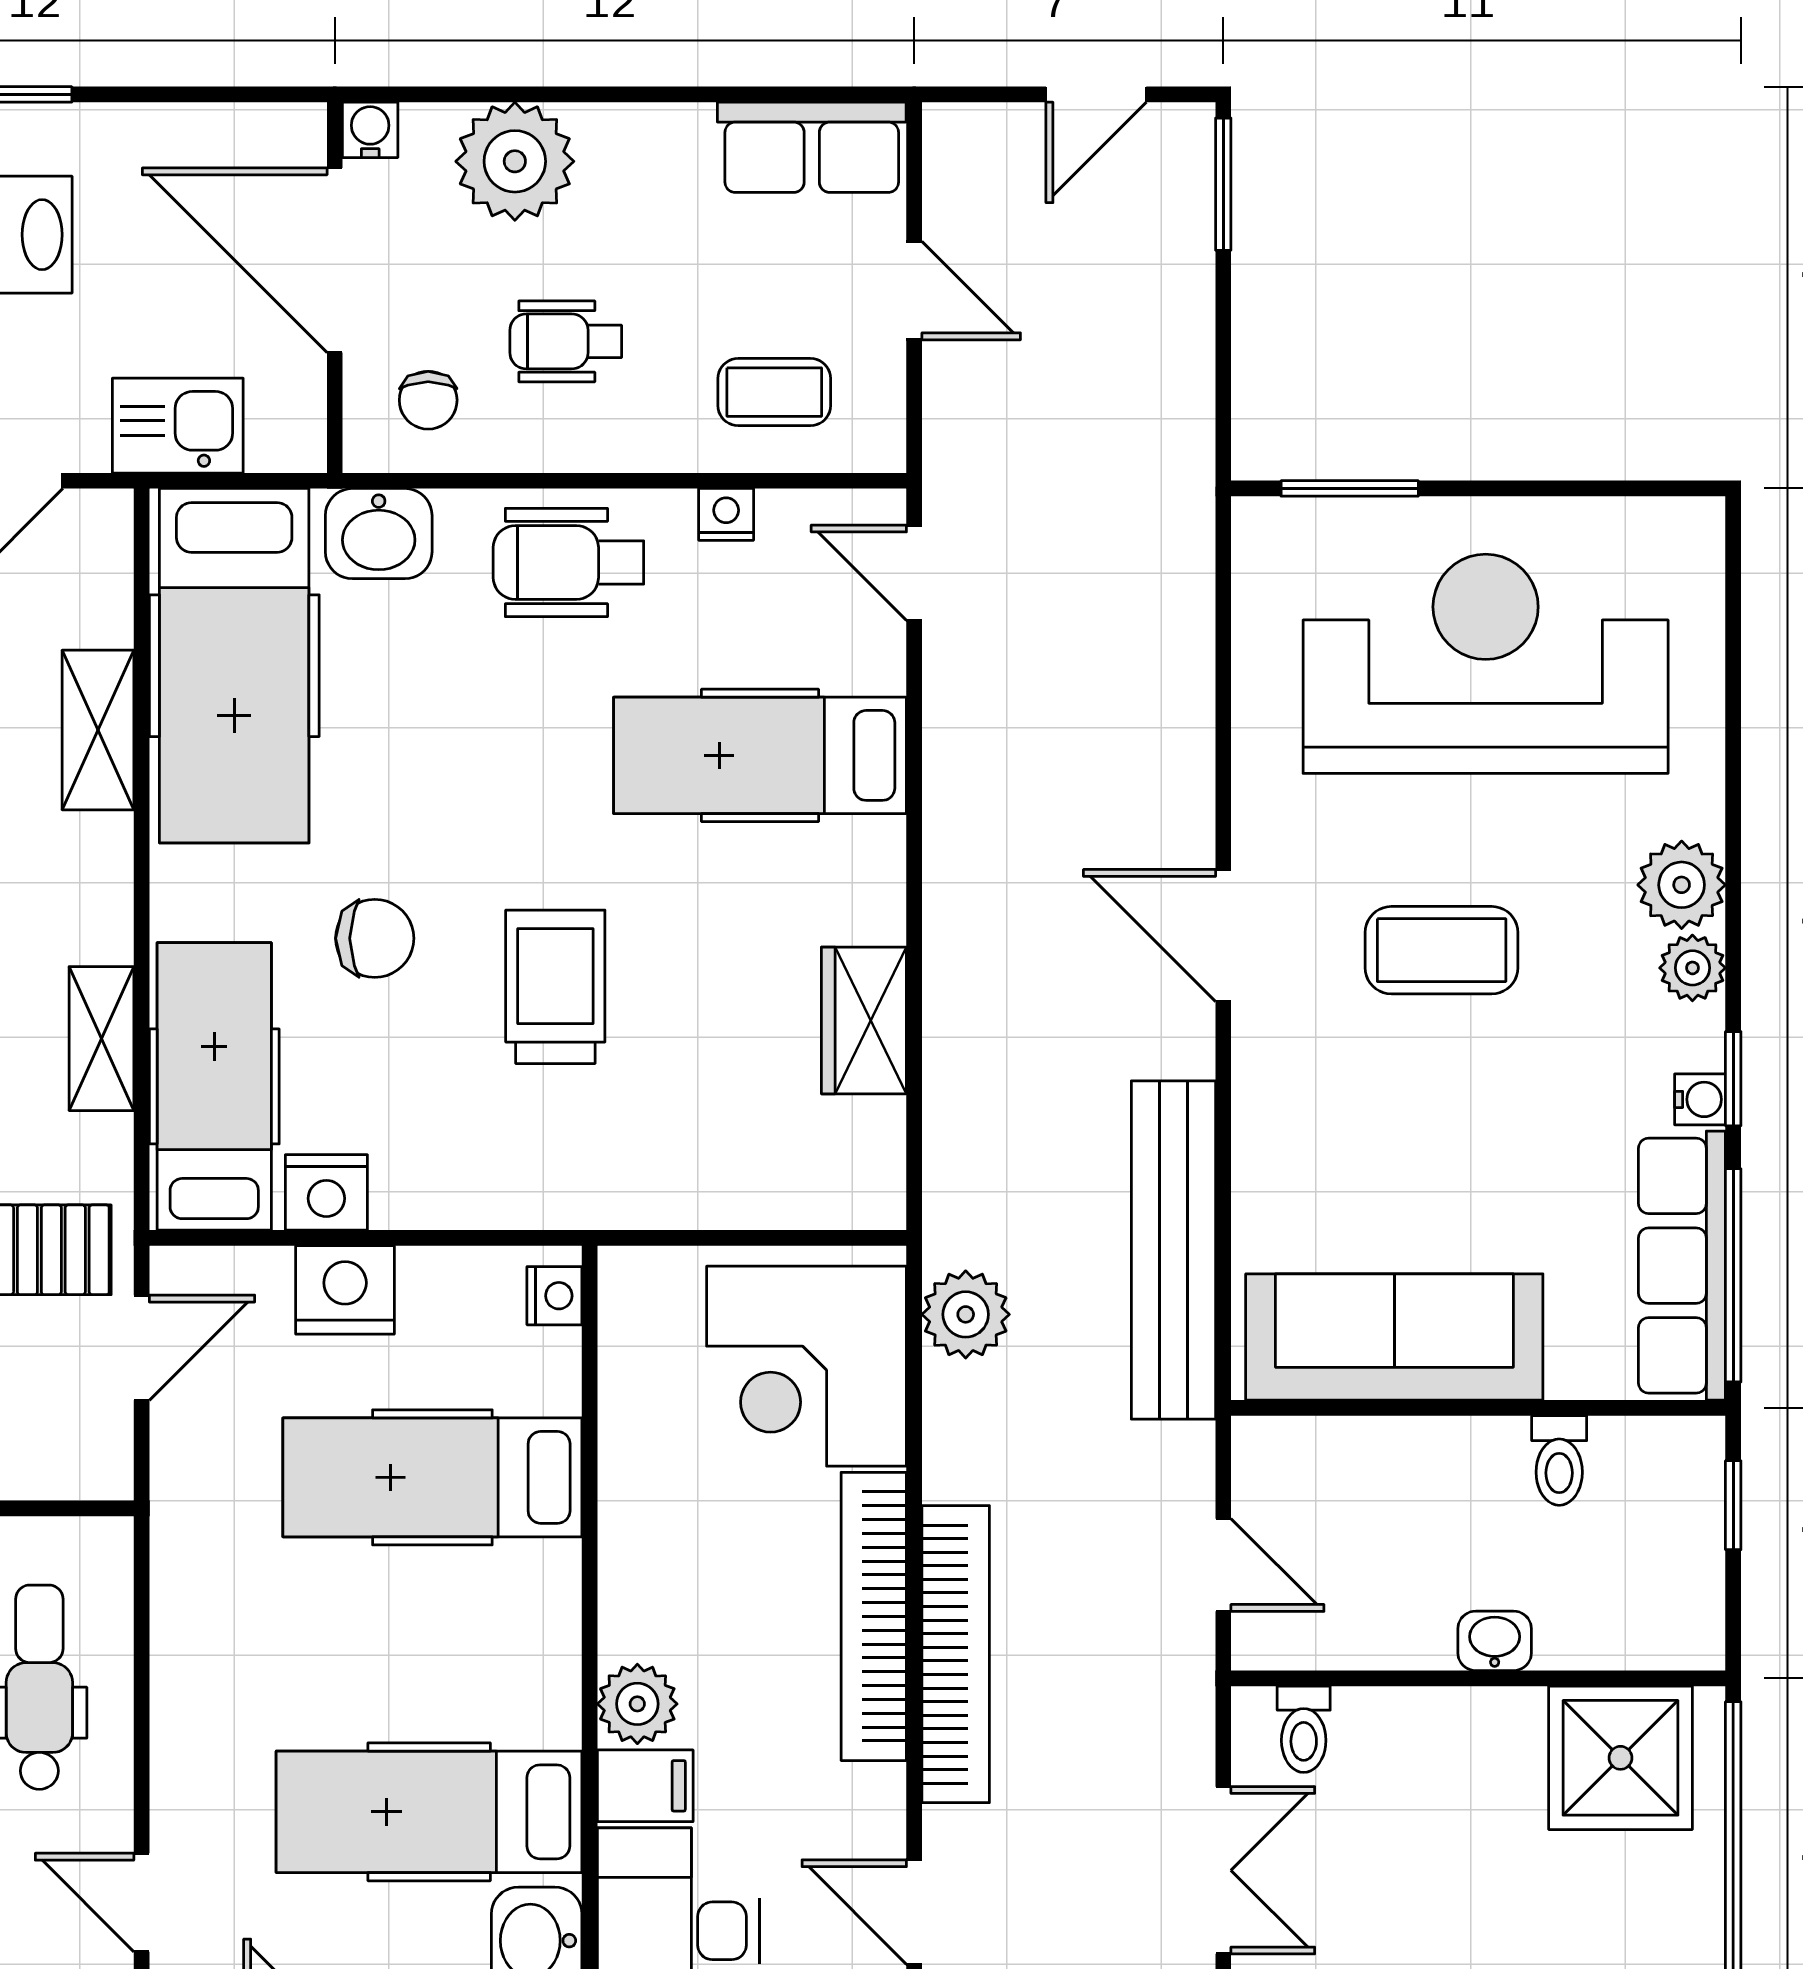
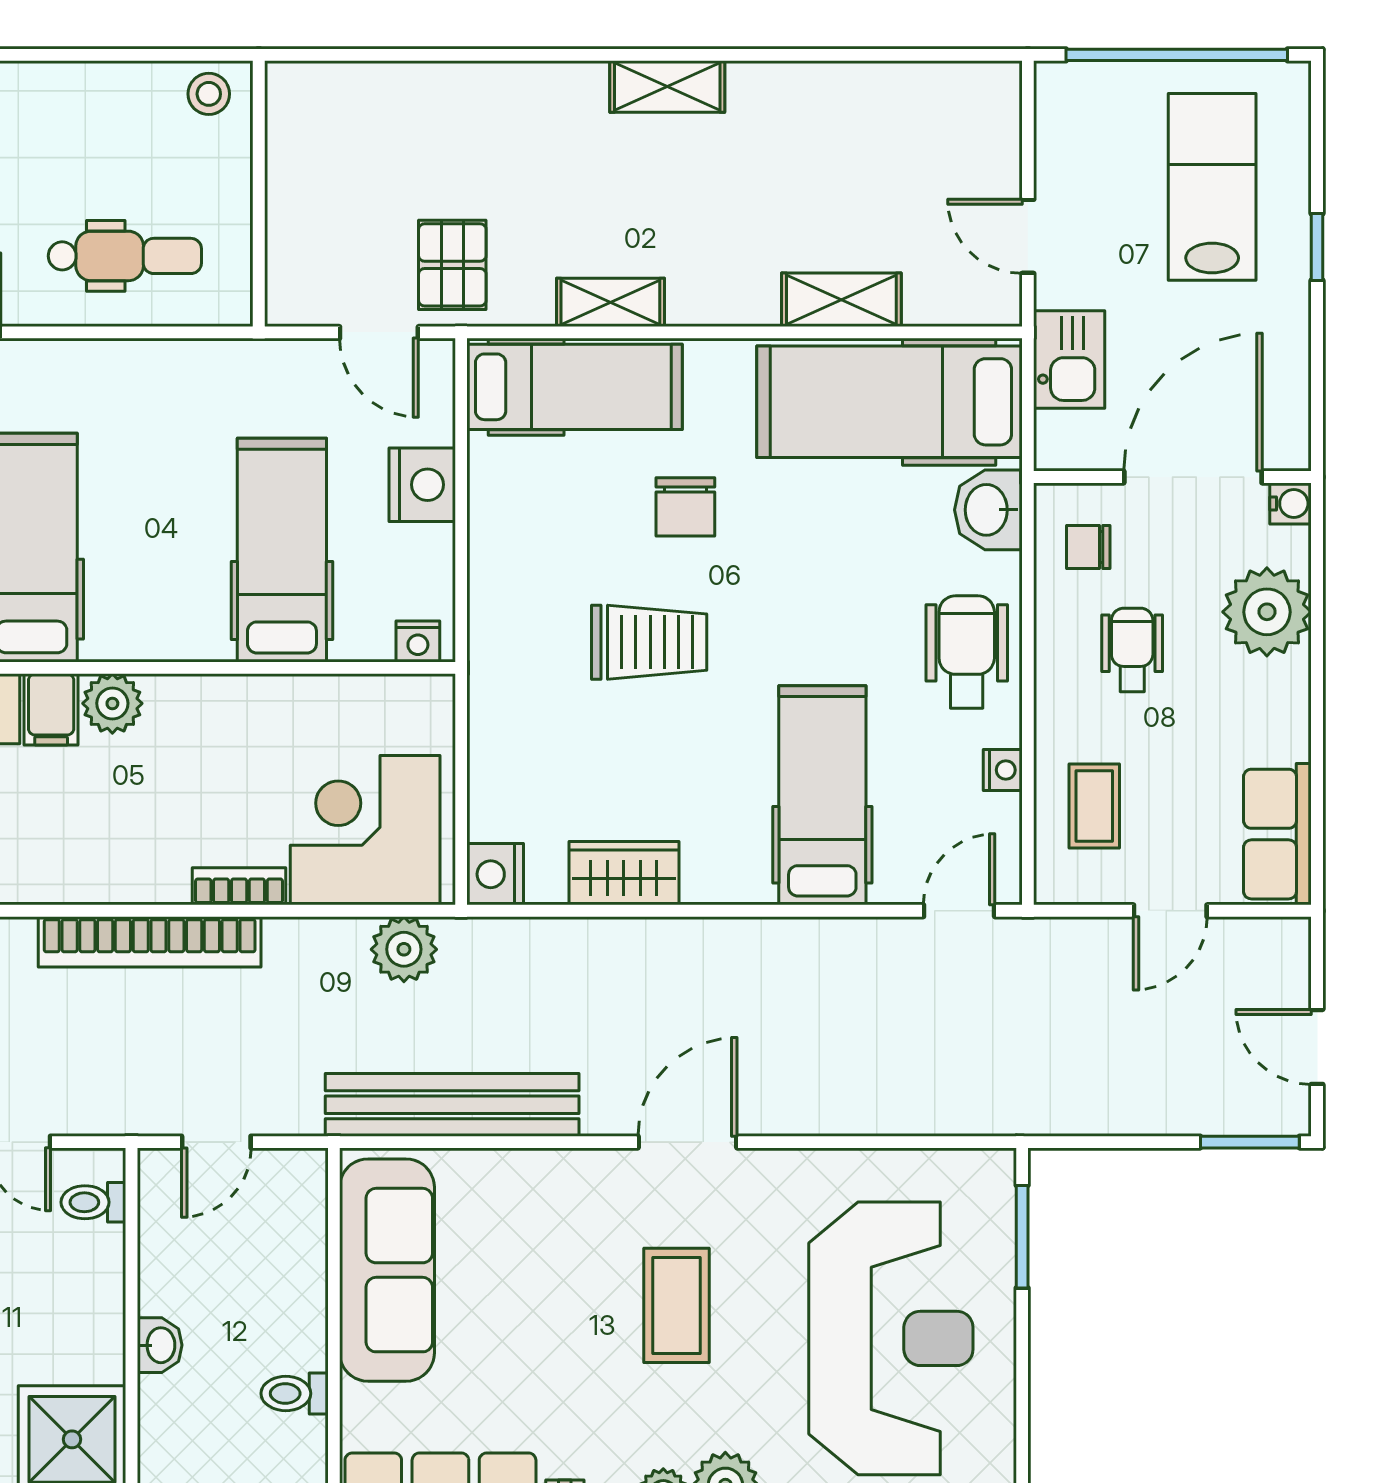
nightstand: (326, 1192) -> (495, 874), moved
bookcase: (874, 1616) -> (239, 886), width x0.43, depth x0.76

